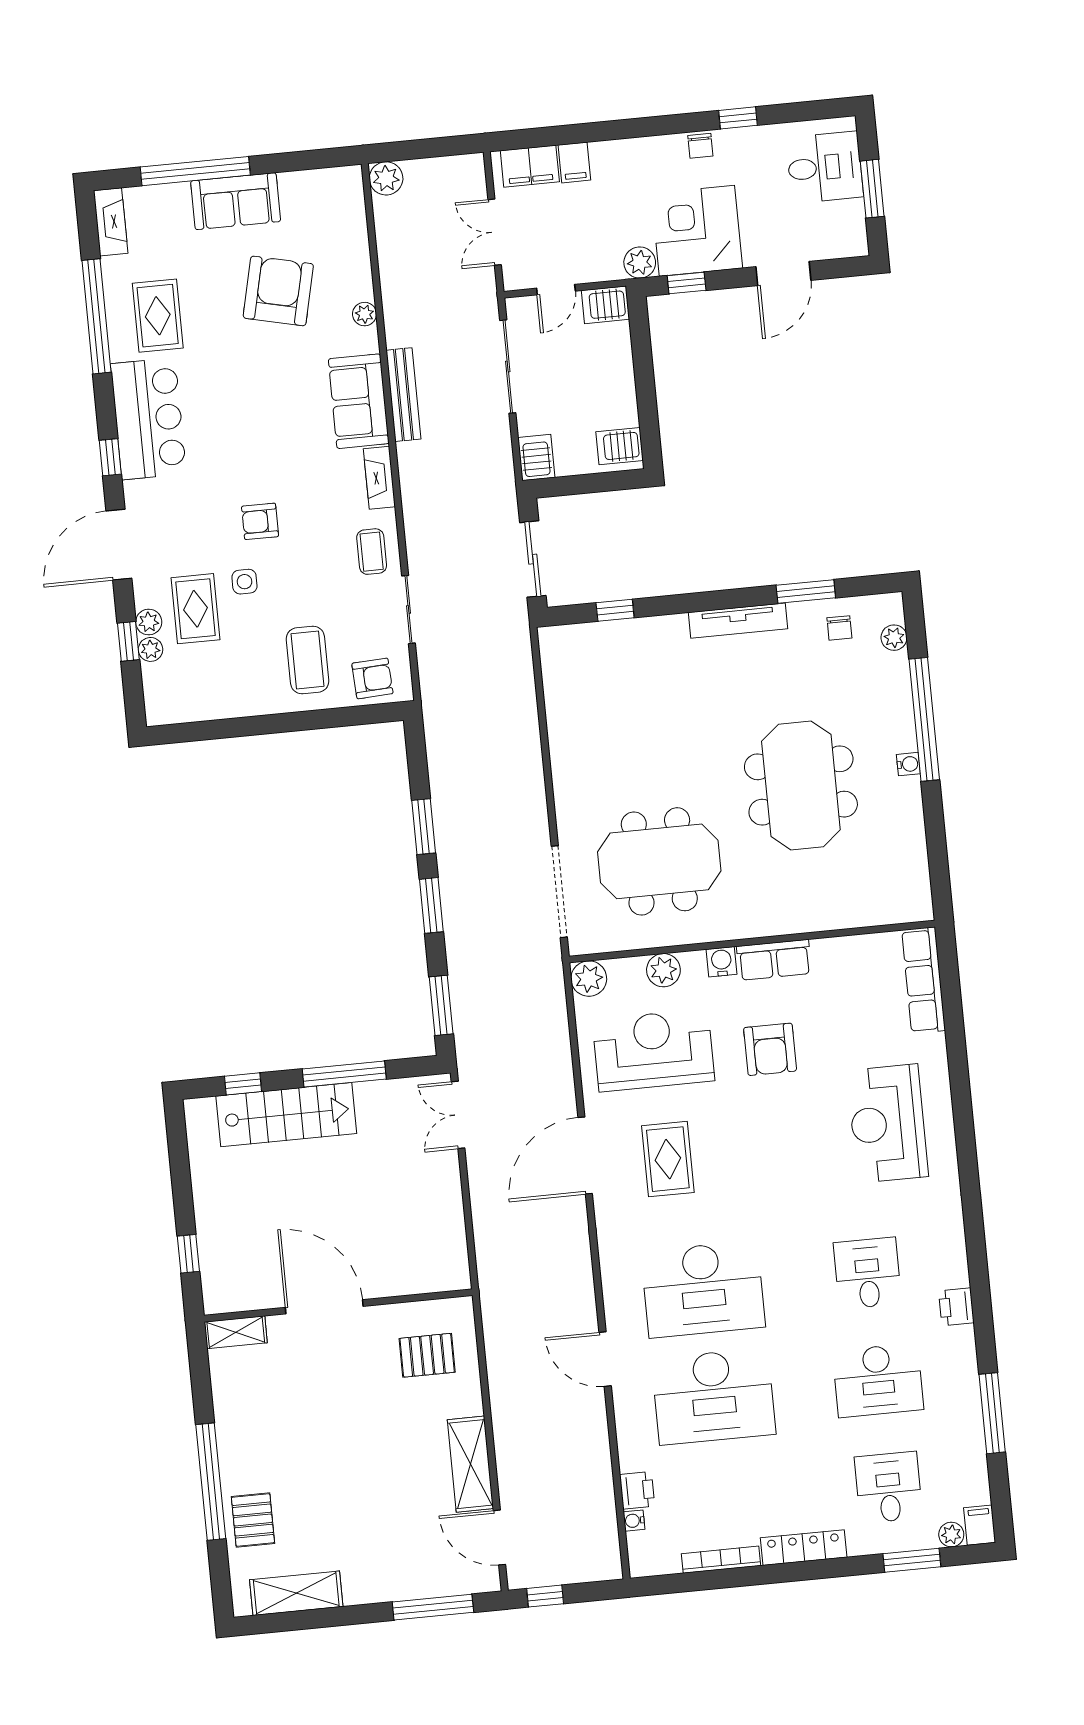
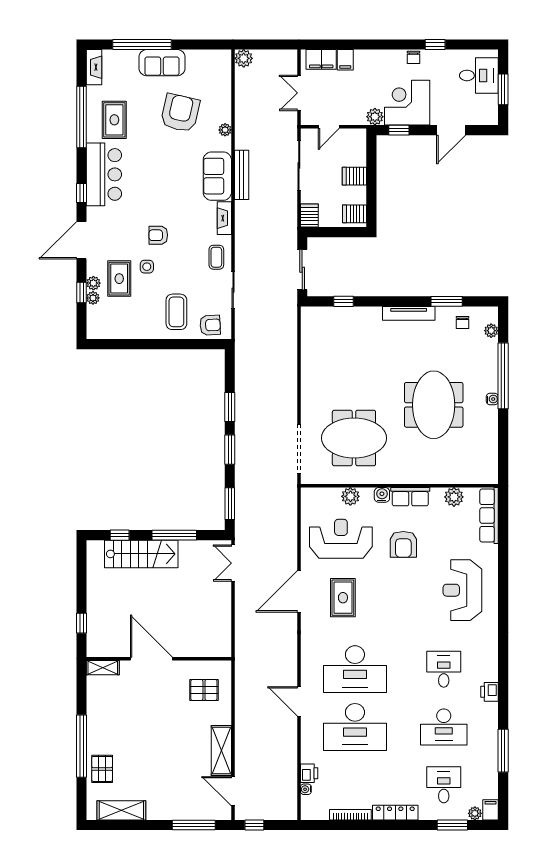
server rack: (605, 305) -> (354, 176), moved
plant: (589, 979) -> (454, 497), moved

